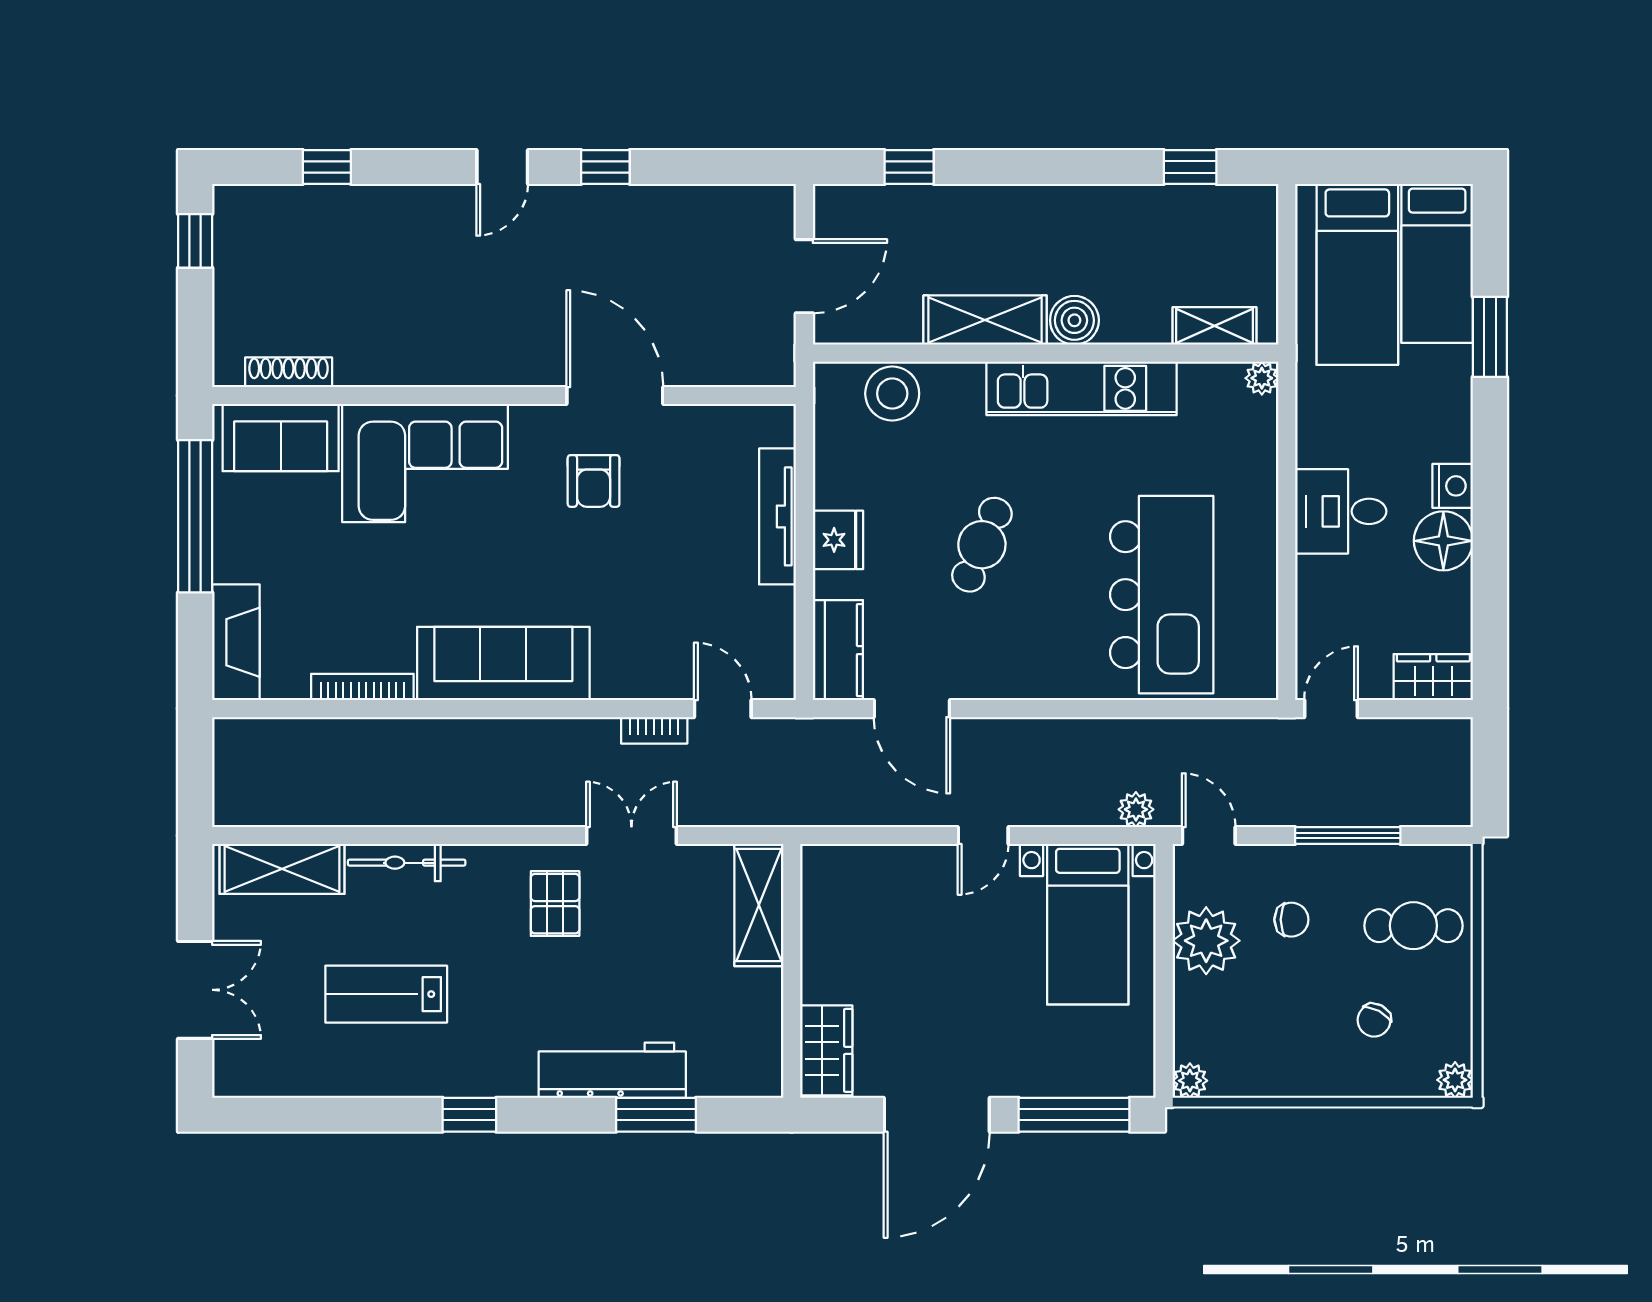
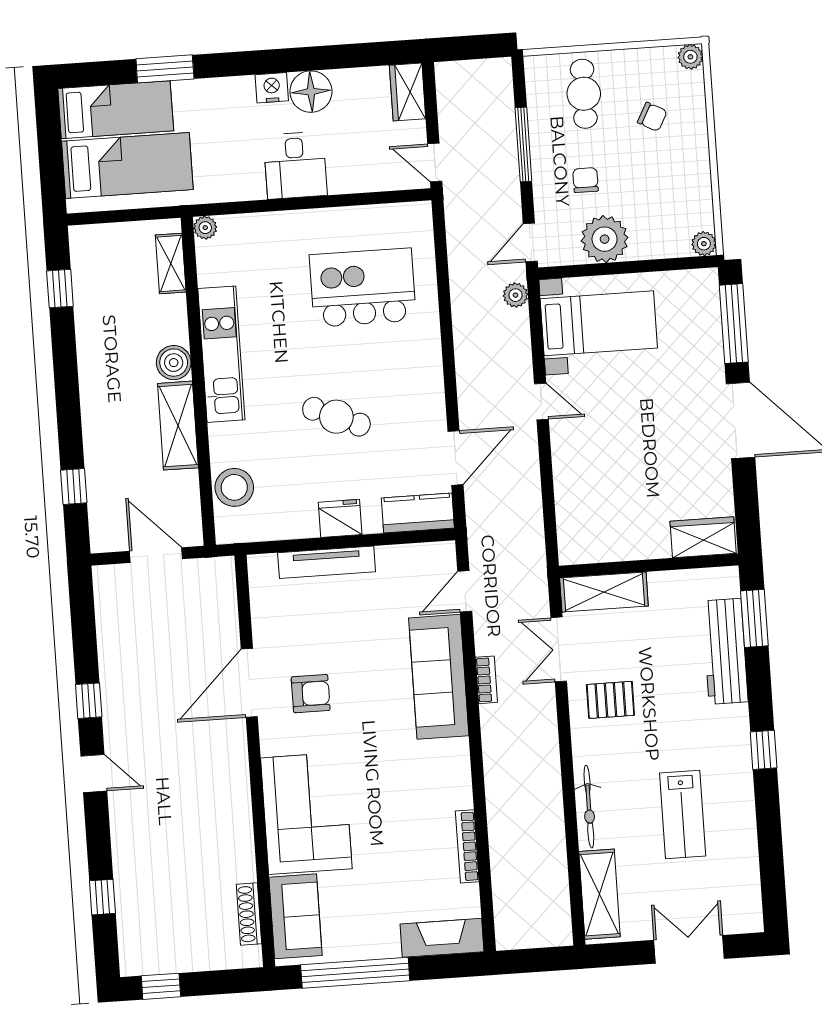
kitchen island: (1162, 595) -> (363, 288), width x0.73
sofa: (503, 663) -> (439, 677), moved
bookcase: (654, 730) -> (486, 680), moved
shelving: (759, 905) -> (604, 592), moved
wall: (792, 971) -> (649, 566), moved
wardrobe: (826, 1050) -> (703, 537), moved

